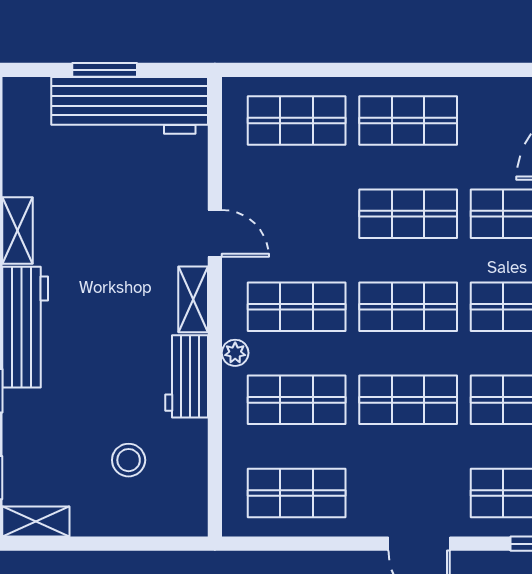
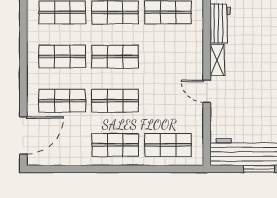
shop shelf: (297, 307) -> (168, 57), removed
plant: (235, 353) -> (197, 35), removed

